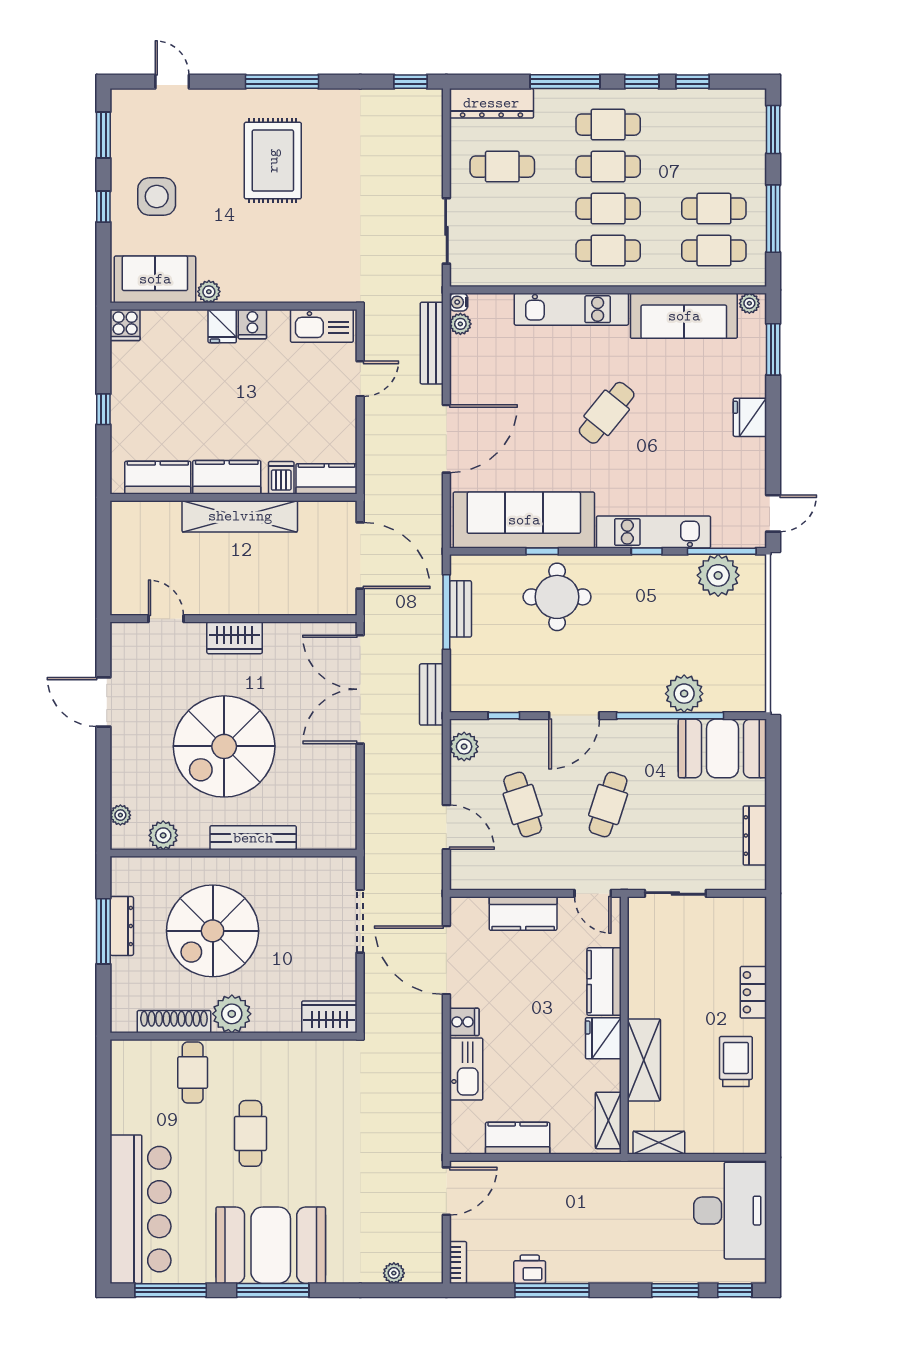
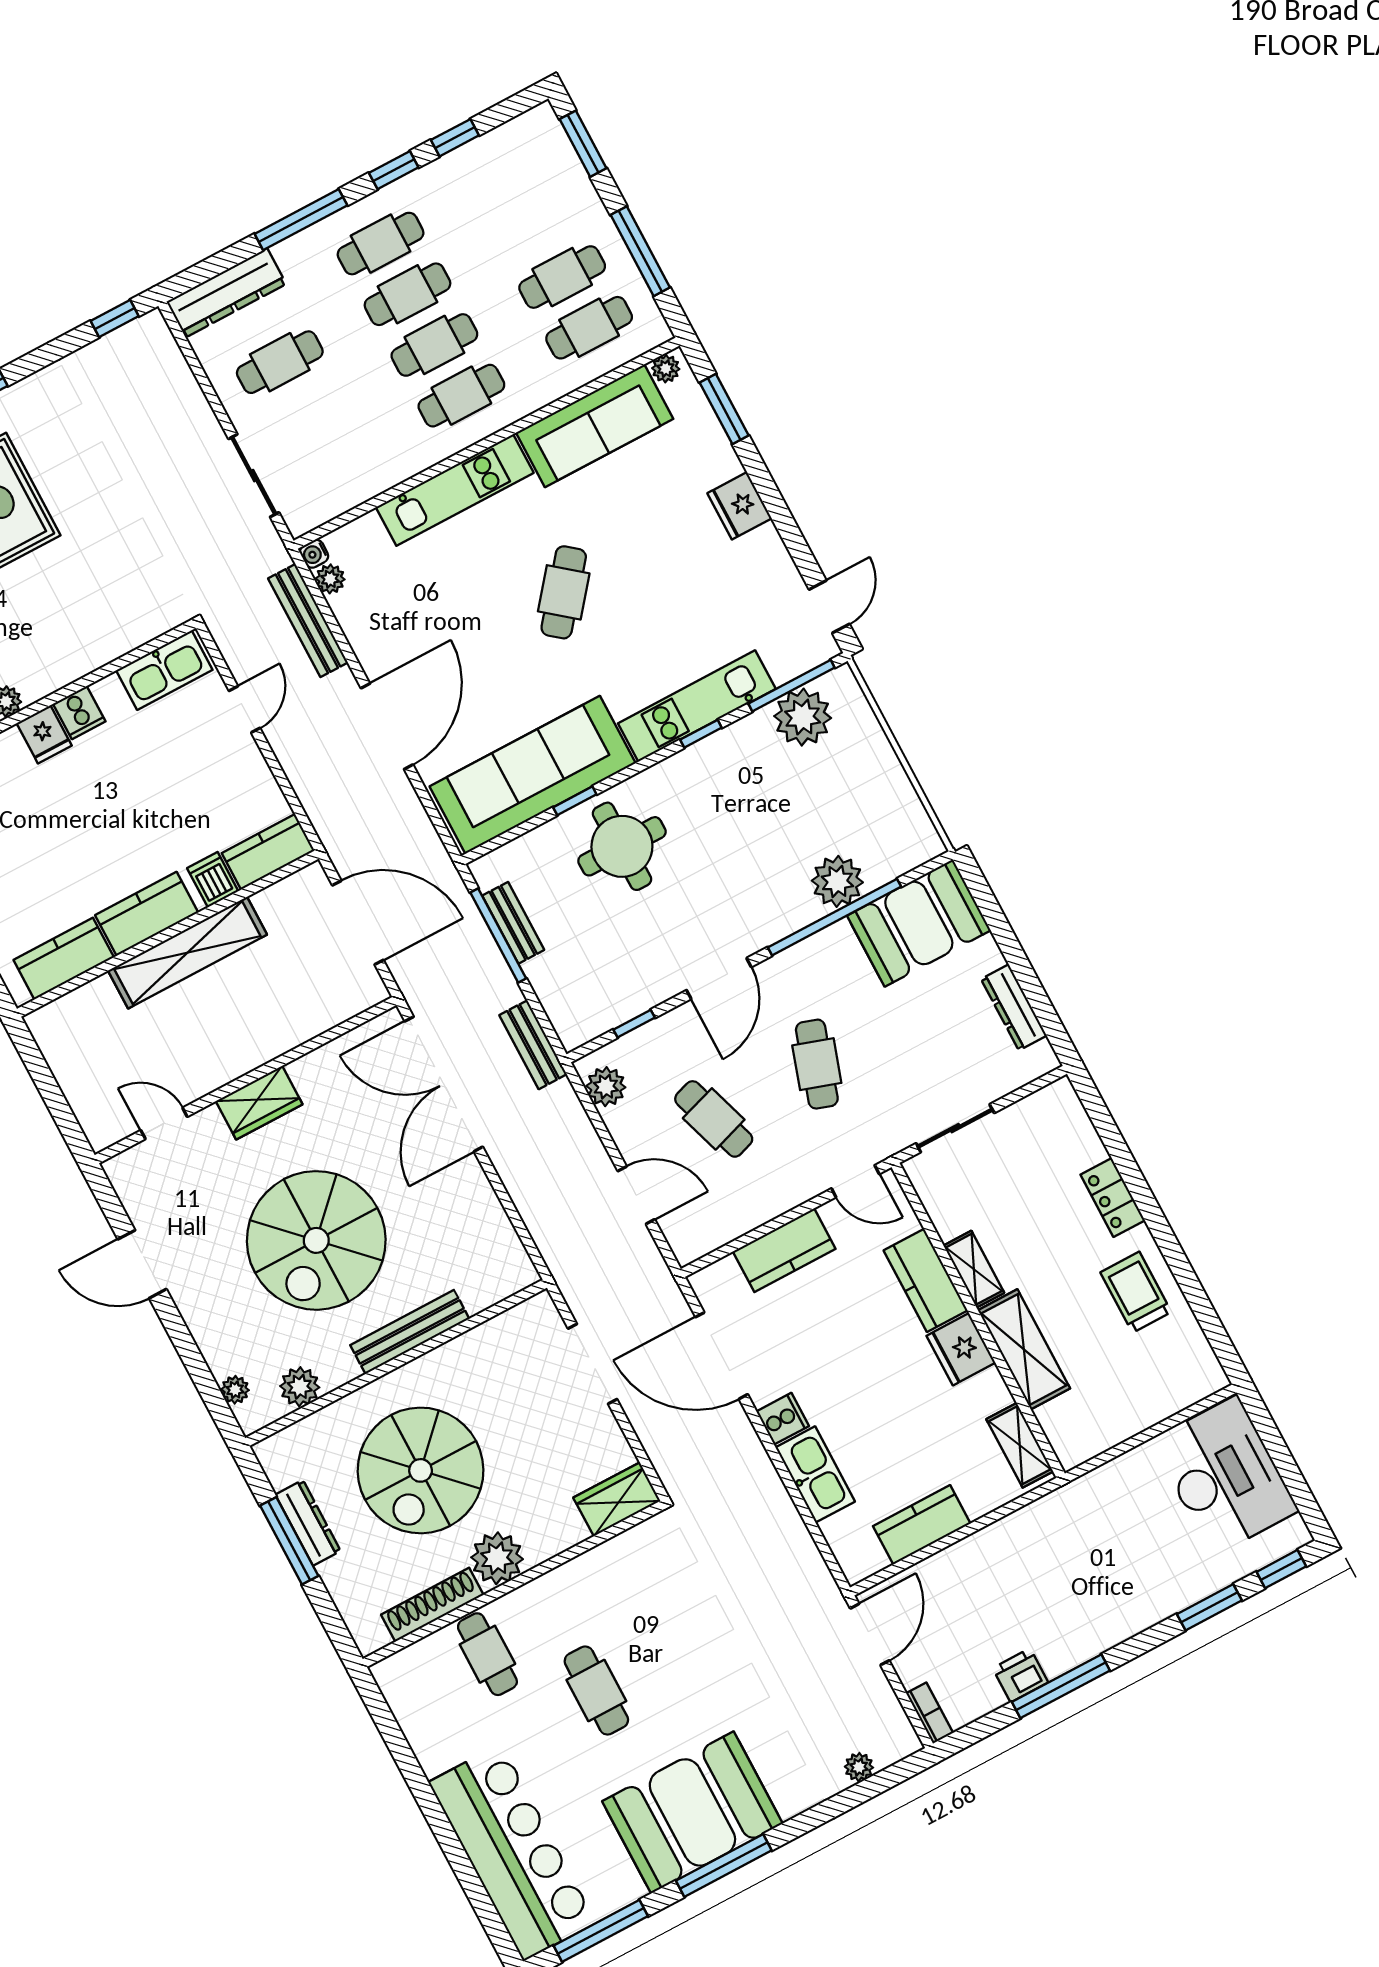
shelving: (659, 1143) -> (974, 1269), moved, turned 90

